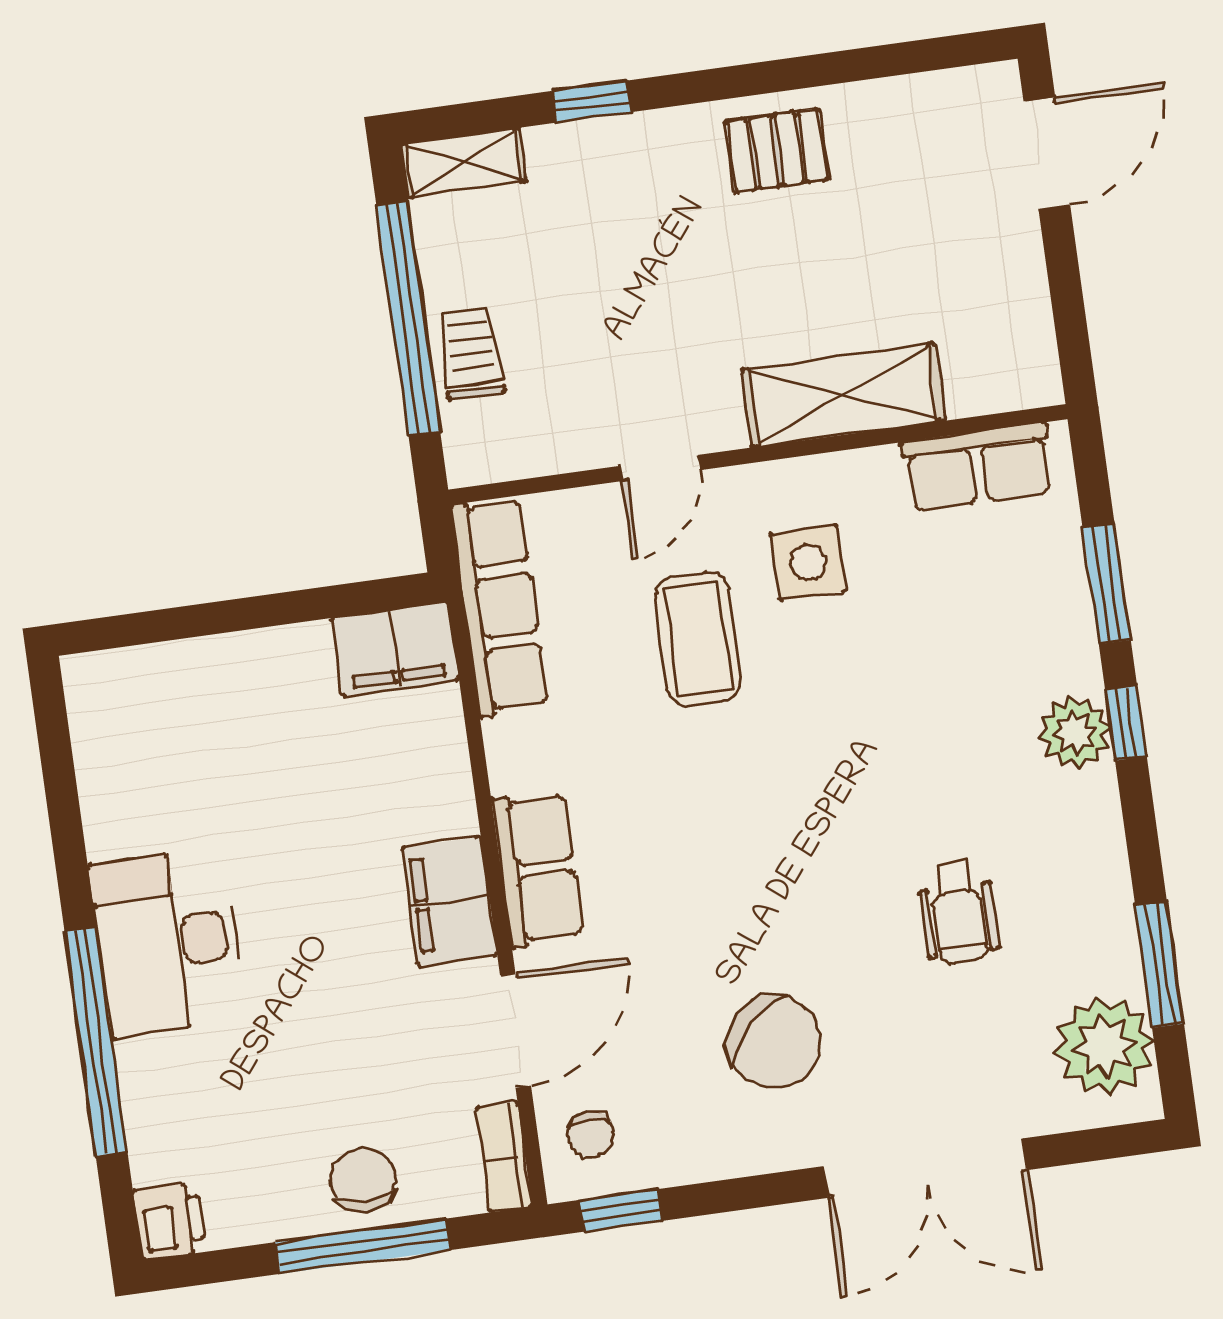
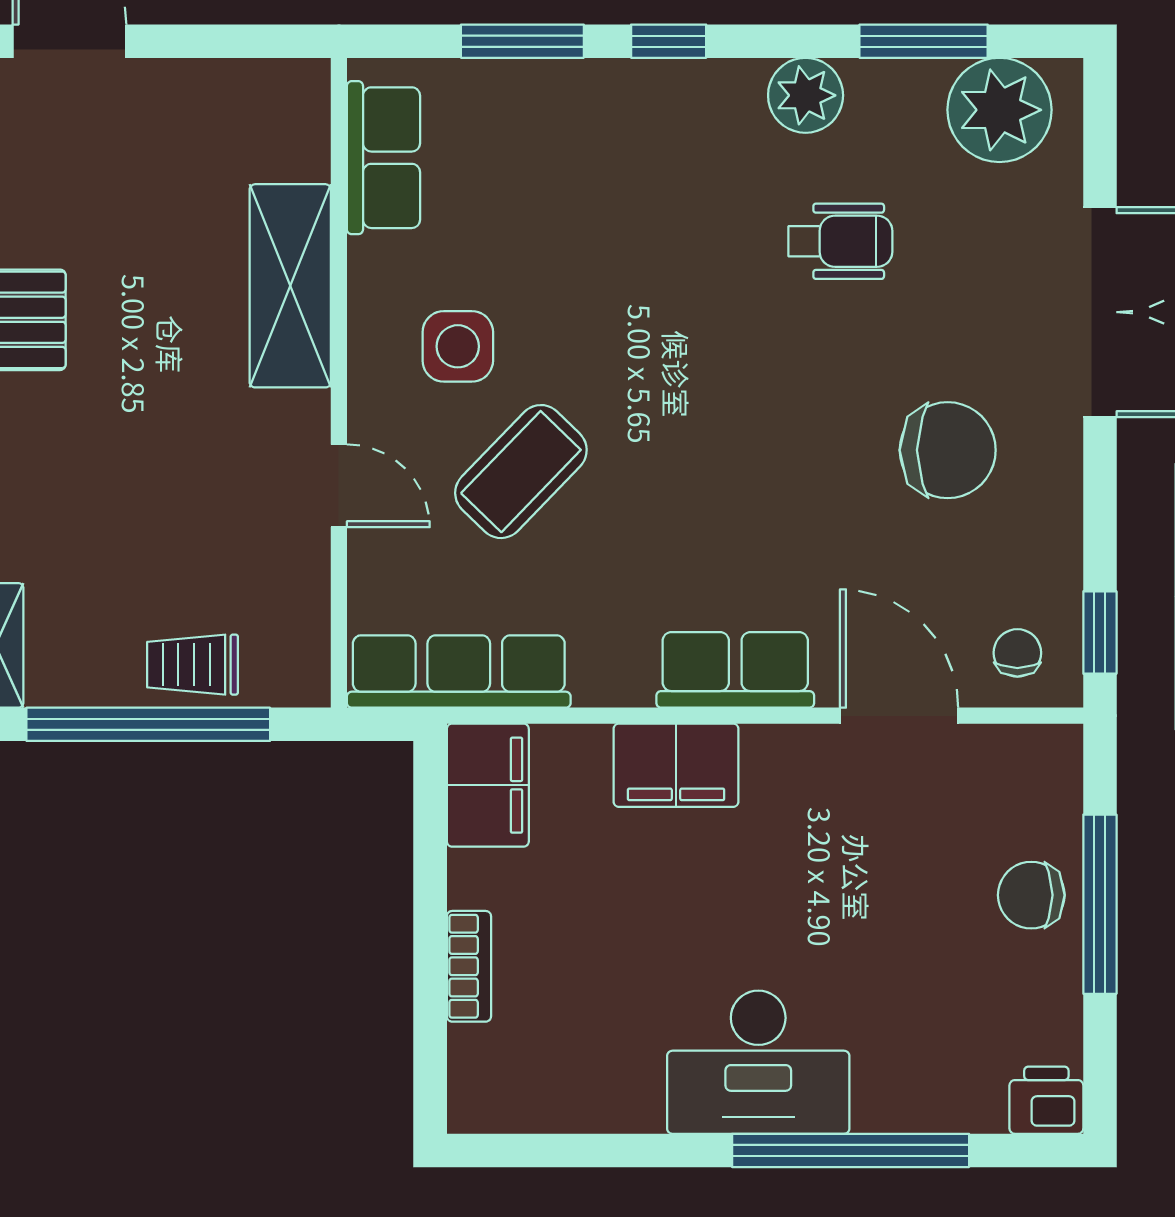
coffee table: (698, 639) -> (521, 472), turned -46
plant: (1075, 732) -> (806, 95), moved
filing cabinet: (450, 901) -> (676, 765), moved
chair: (774, 1042) -> (948, 450), turned 46
chair: (591, 1135) -> (1017, 653), turned -90
bookcase: (504, 1157) -> (469, 966), moved, turned -90

